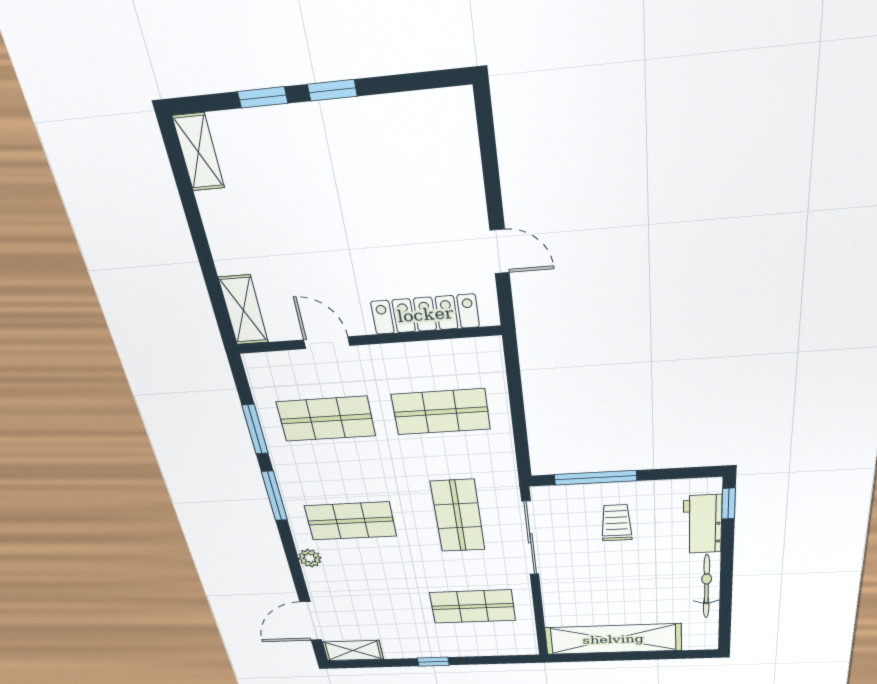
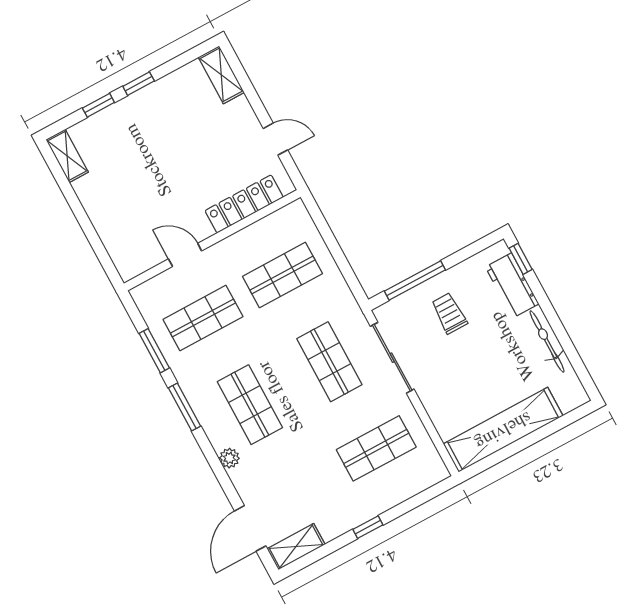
shelving: (243, 310) -> (221, 75), moved
shop shelf: (351, 521) -> (250, 405), turned 90

